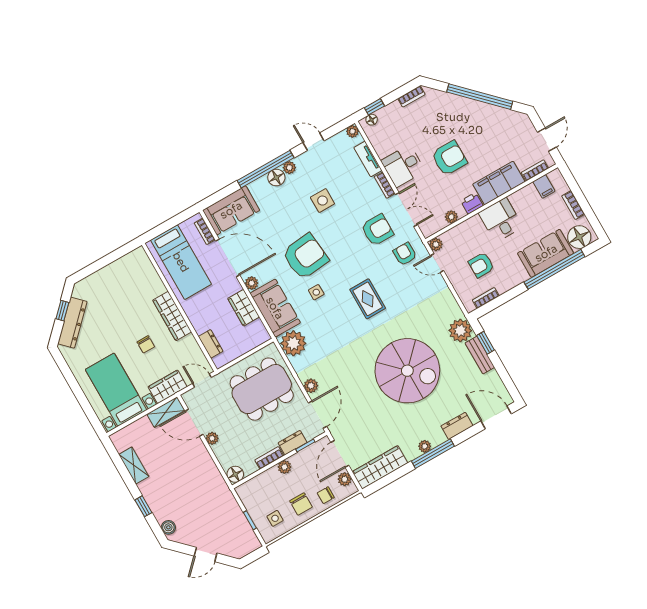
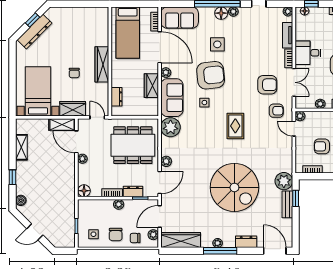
side table: (322, 201) -> (217, 44), moved
armchair: (405, 254) -> (276, 111), turned 90

